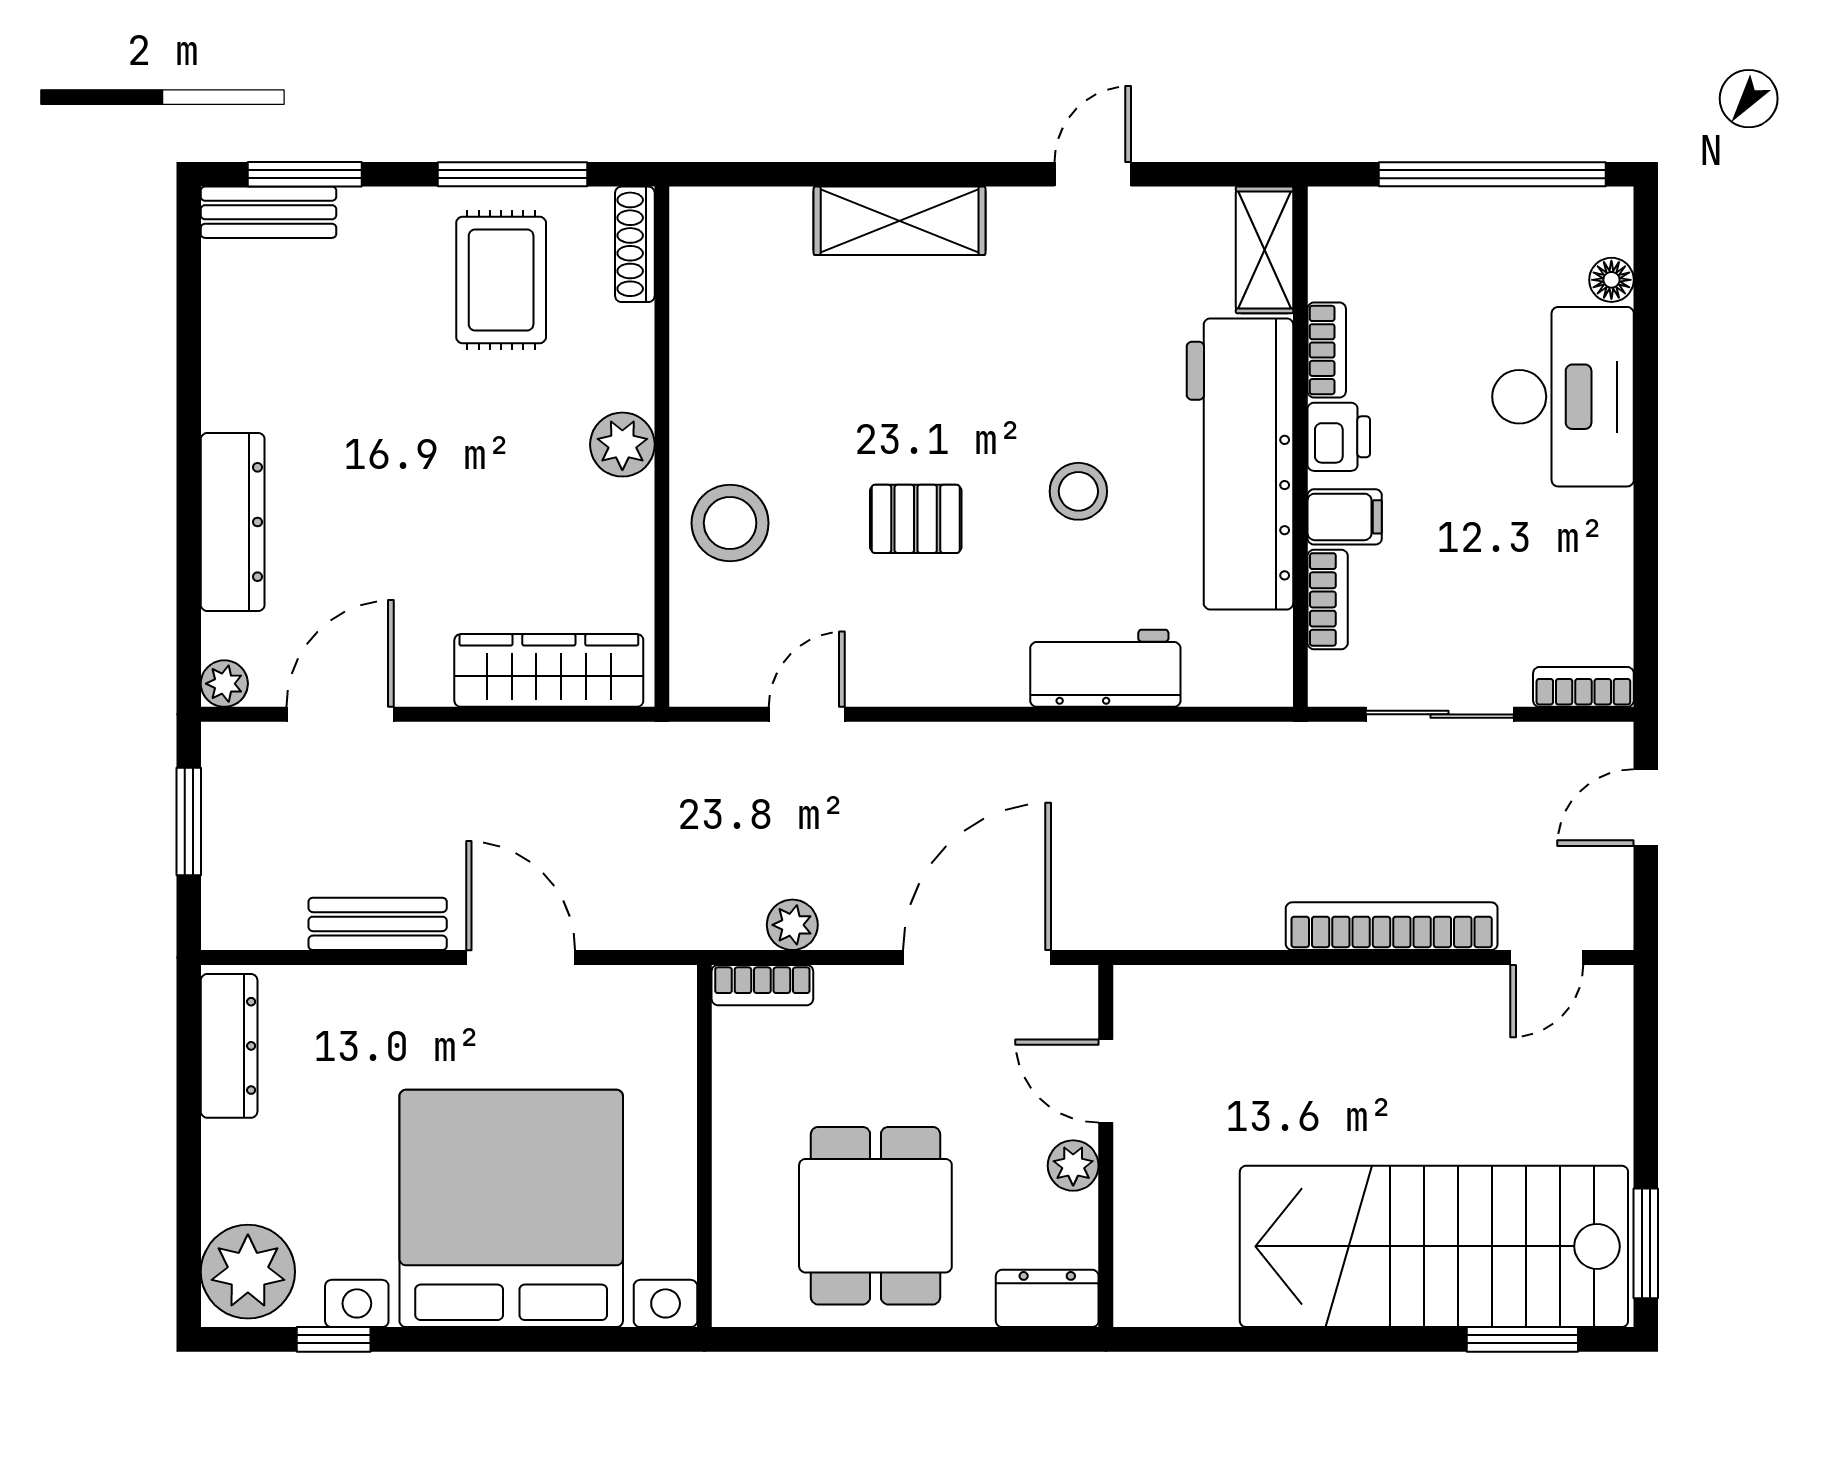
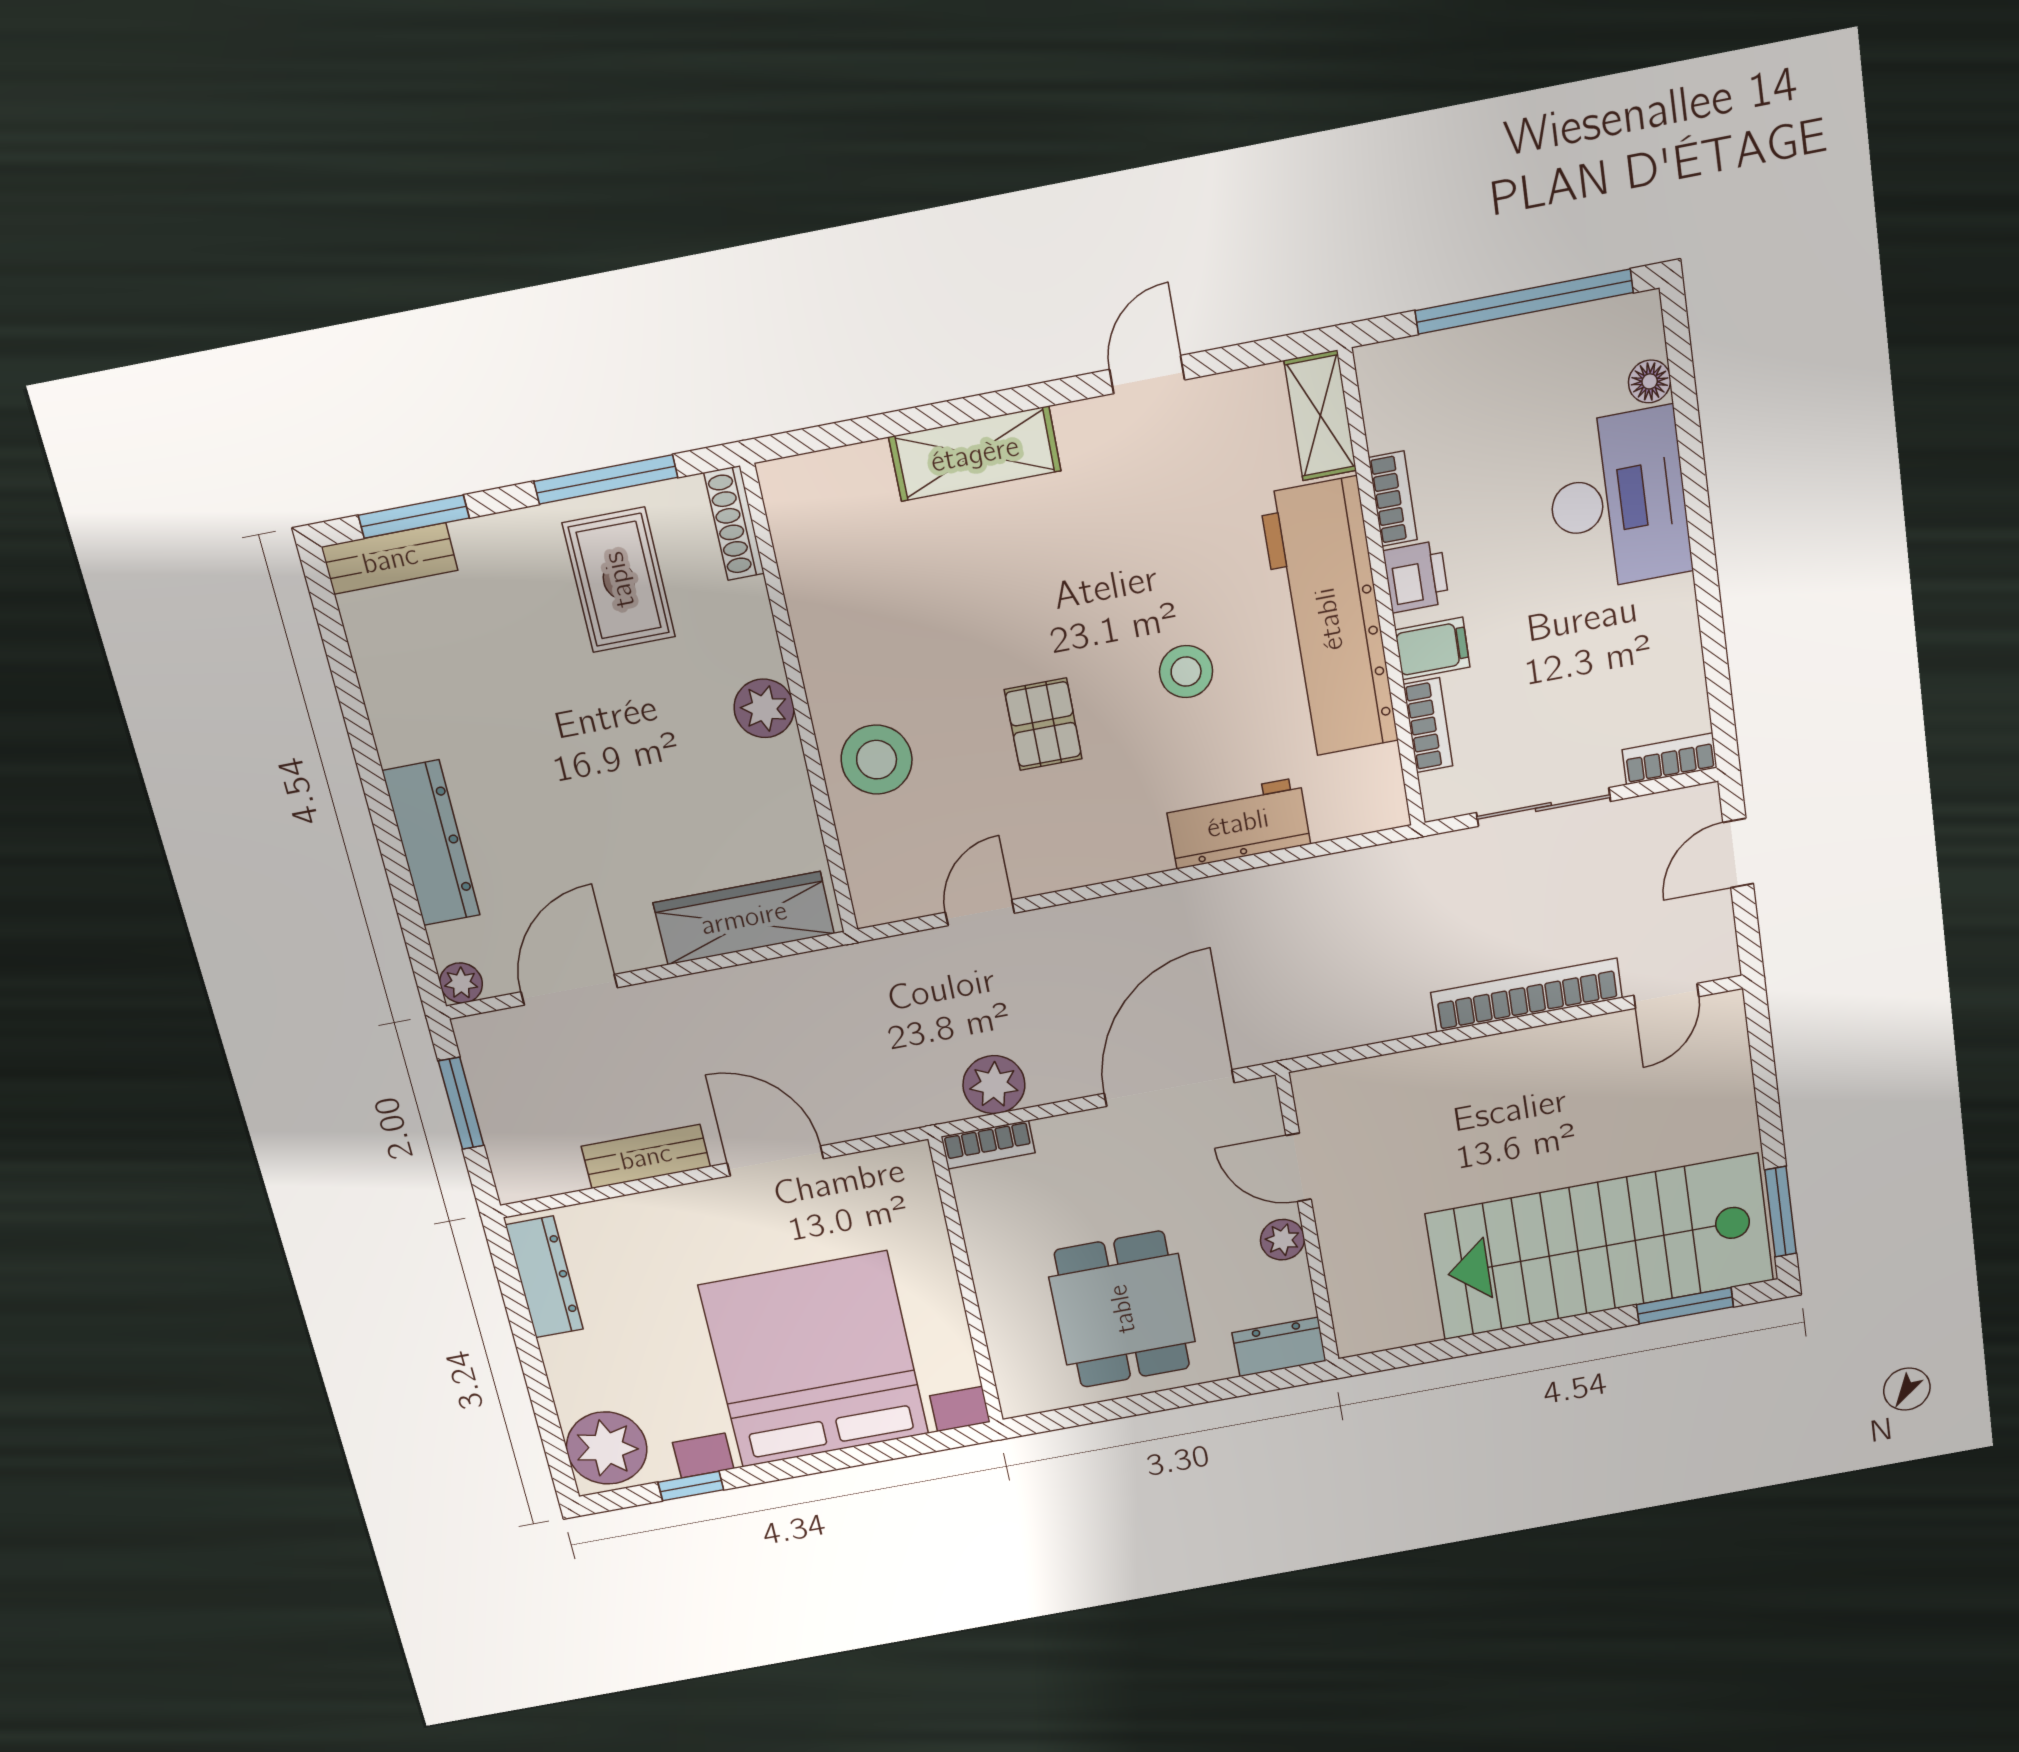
pallet: (916, 519) -> (1043, 724), turned 90
plant: (792, 925) -> (994, 1085), width x1.38, depth x1.38

